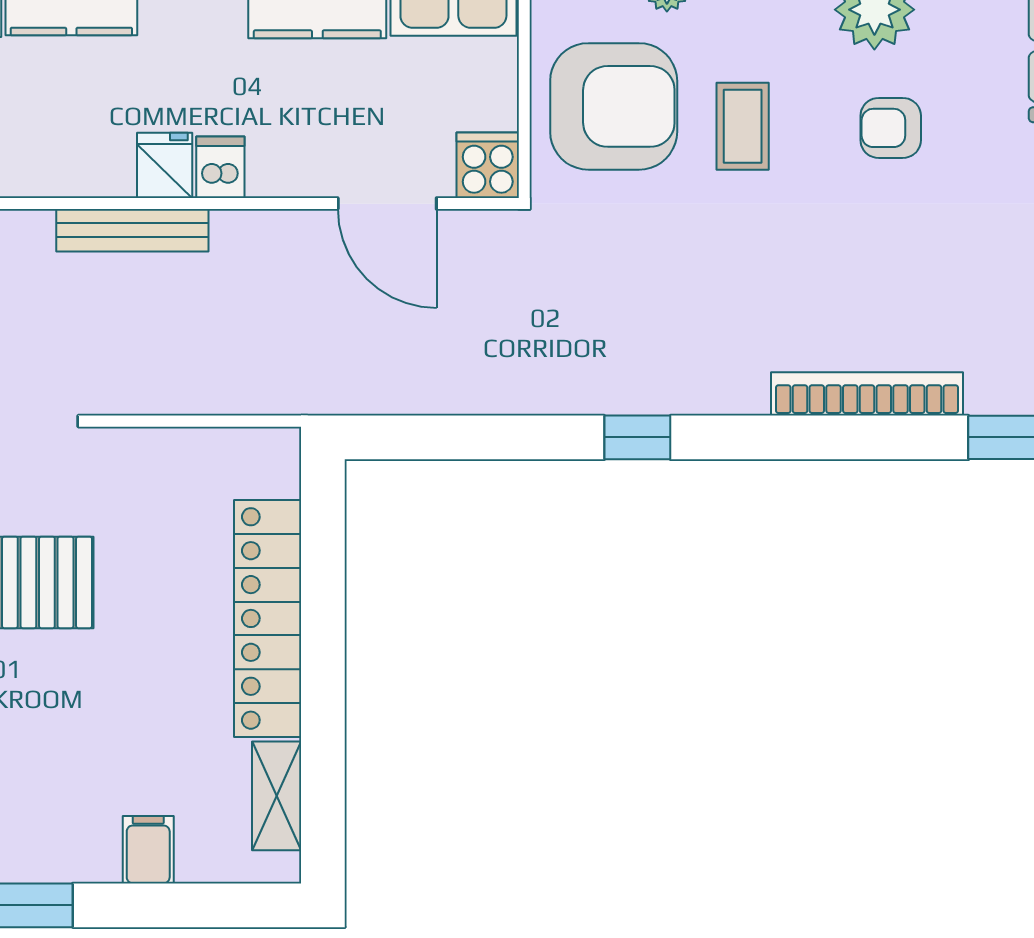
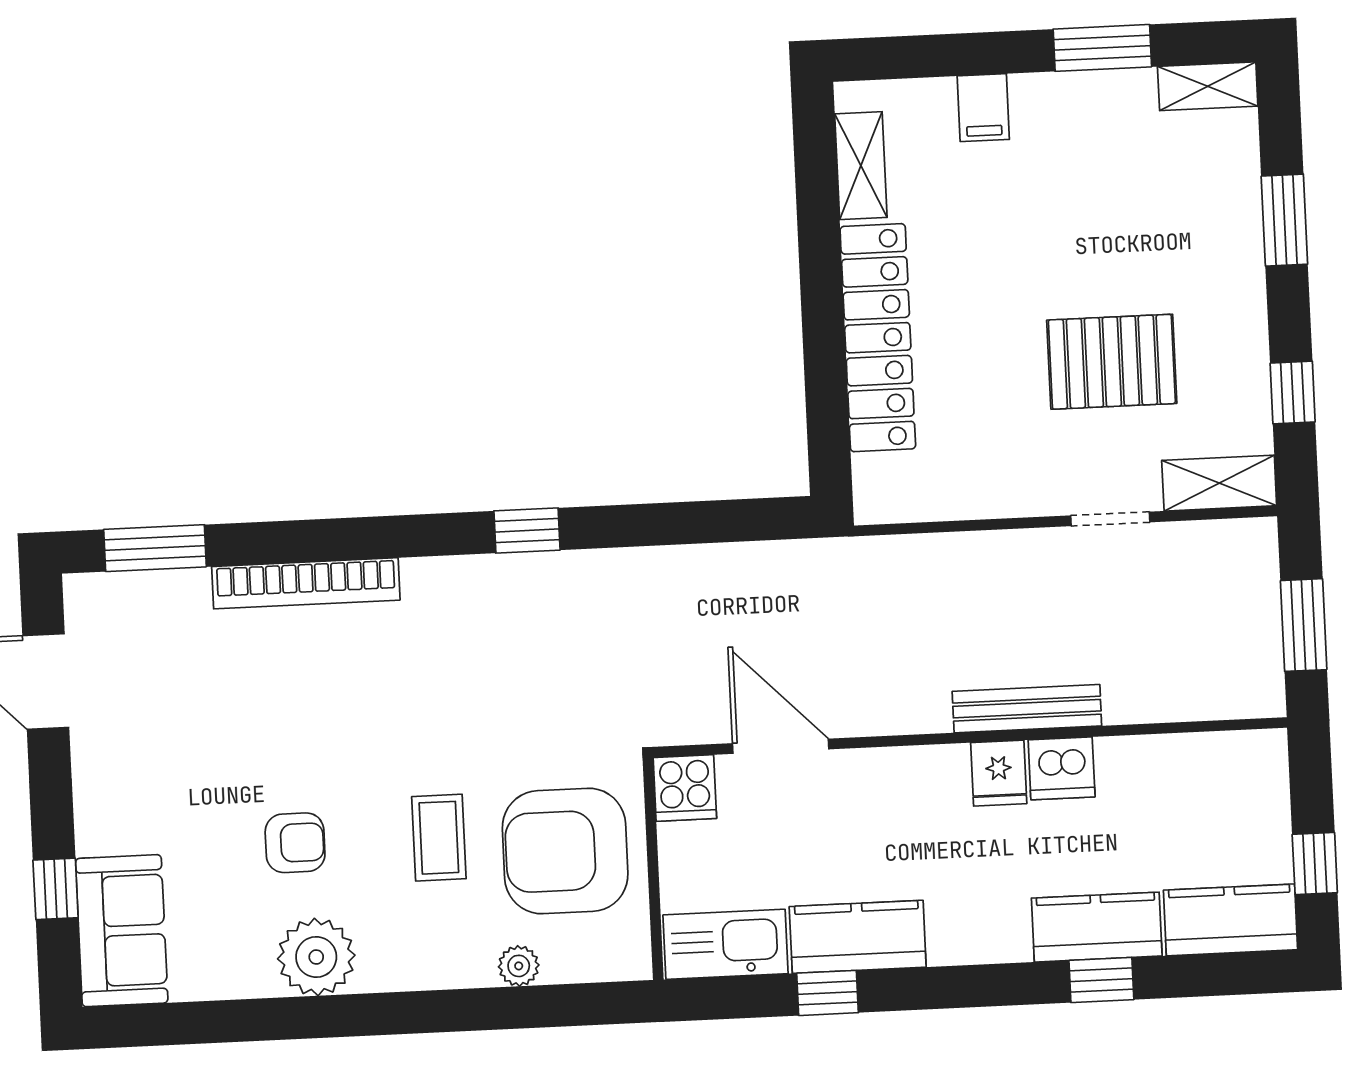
dishwasher: (220, 167) -> (1062, 768), moved, width x1.38

